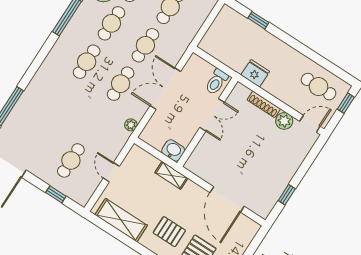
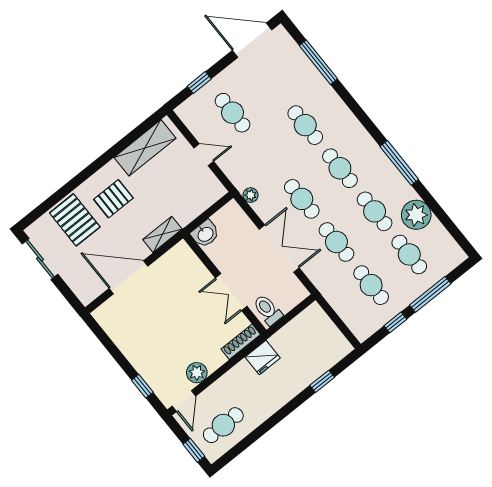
cafe table: (62, 100) -> (305, 125), added
shoe rack: (264, 104) -> (241, 342), moved
shelving: (171, 175) -> (162, 234), moved
window: (287, 195) -> (142, 386), moved

